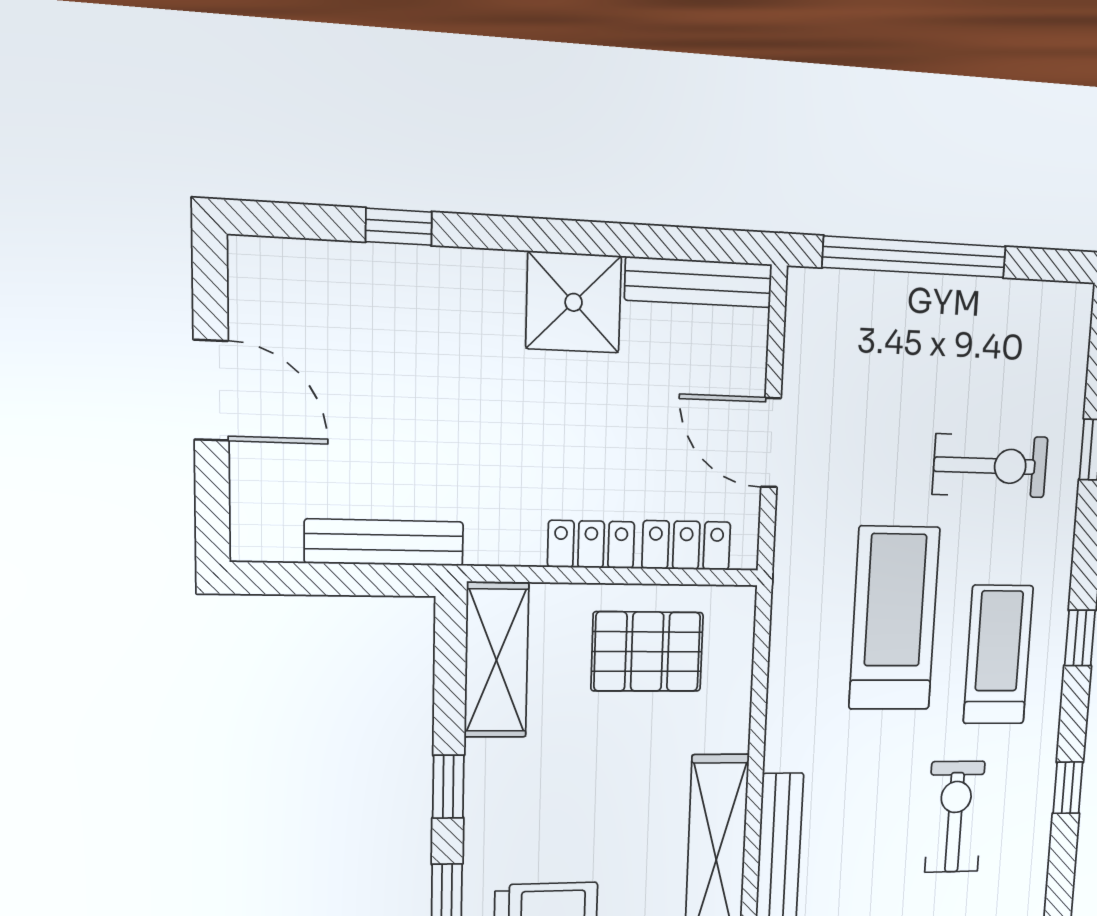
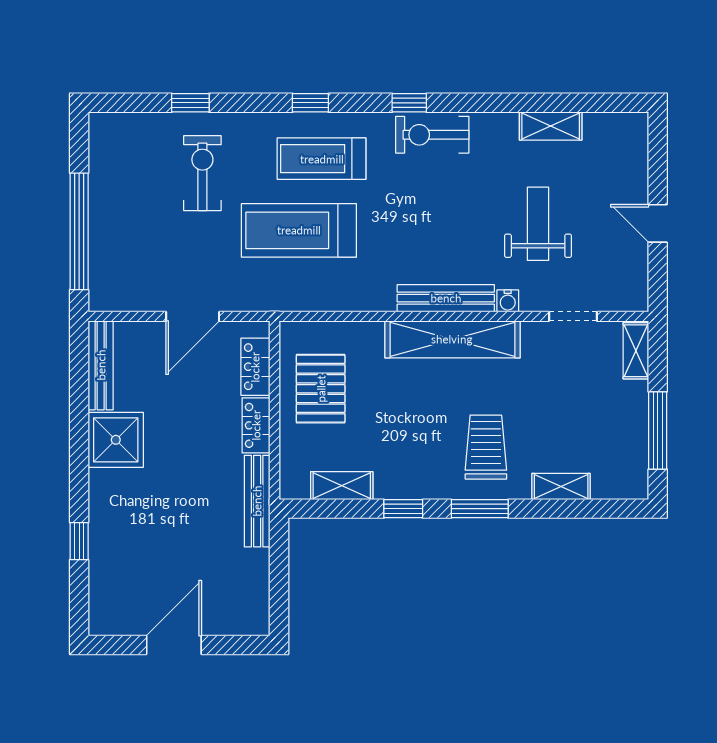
bench: (384, 542) -> (257, 501), moved
shelving: (496, 660) -> (342, 486), width x0.67, depth x0.75
exercise bike: (955, 817) -> (432, 135), moved

